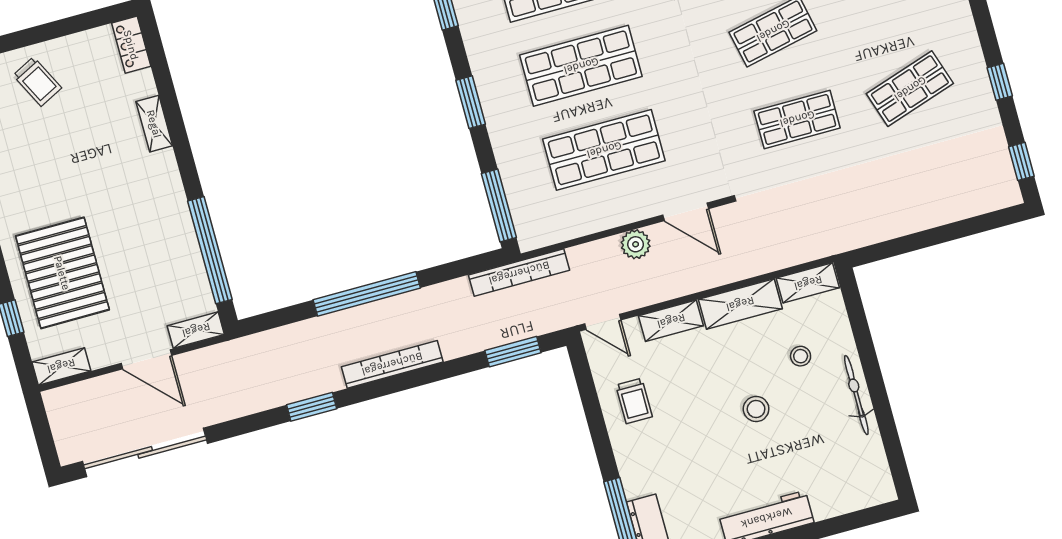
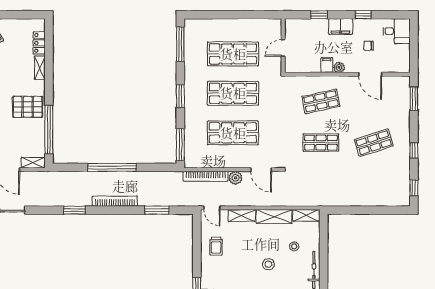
locker: (131, 45) -> (39, 43), moved
pallet: (151, 214) -> (28, 107), added
bookcase: (519, 273) -> (205, 176), moved
window: (513, 352) -> (157, 210), moved

